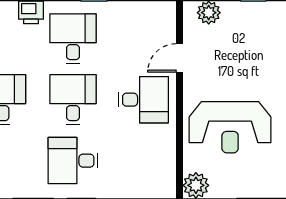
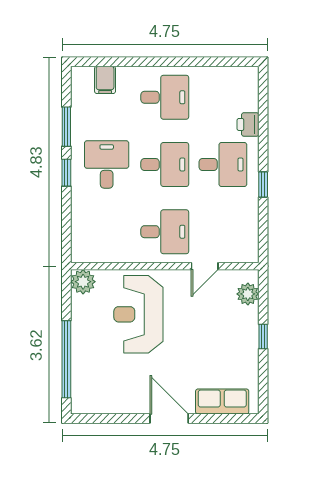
door: (180, 58) -> (205, 266), swing flipped
desk: (143, 100) -> (165, 232), turned -90

